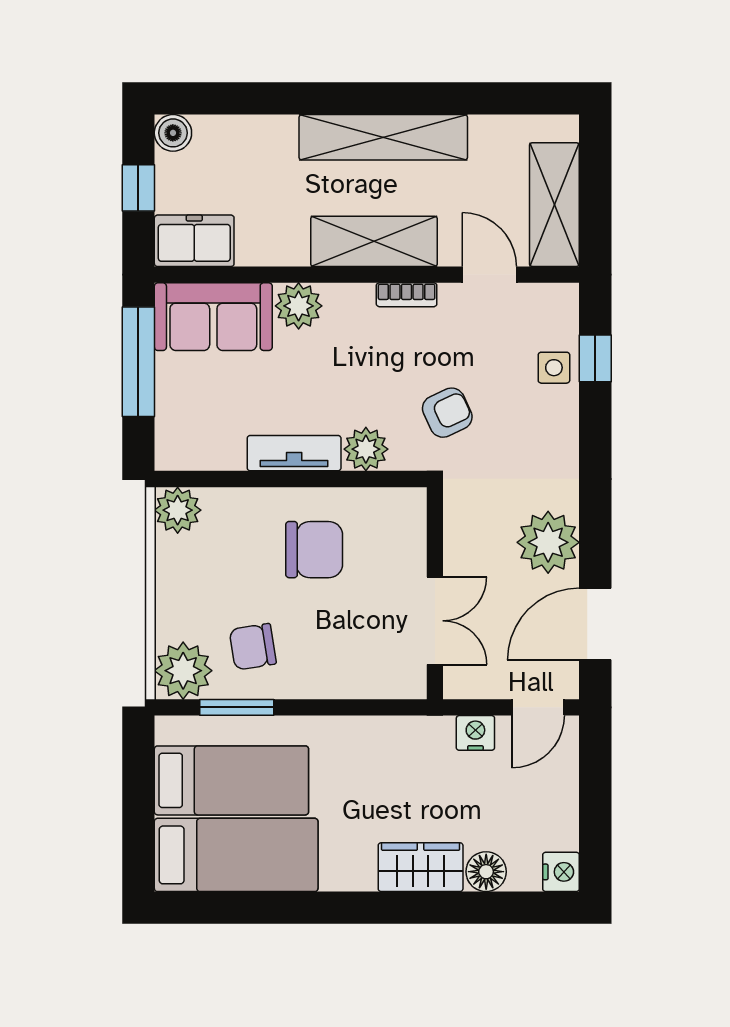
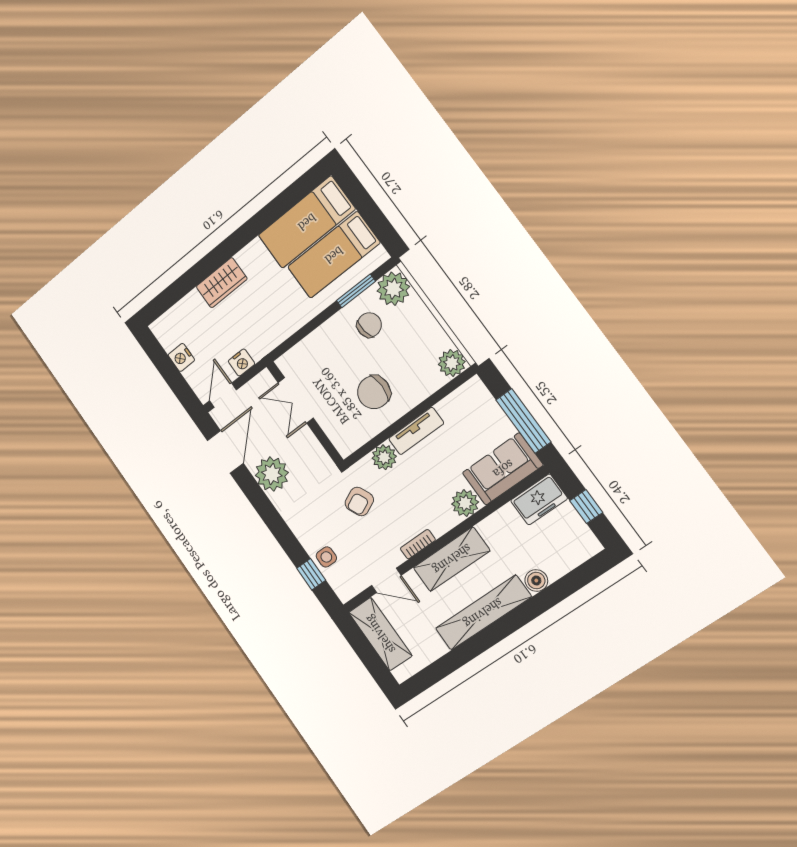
boiler: (173, 133) -> (536, 581), moved
floor lamp: (486, 872) -> (192, 303), removed
nightstand: (561, 872) -> (181, 357), moved

